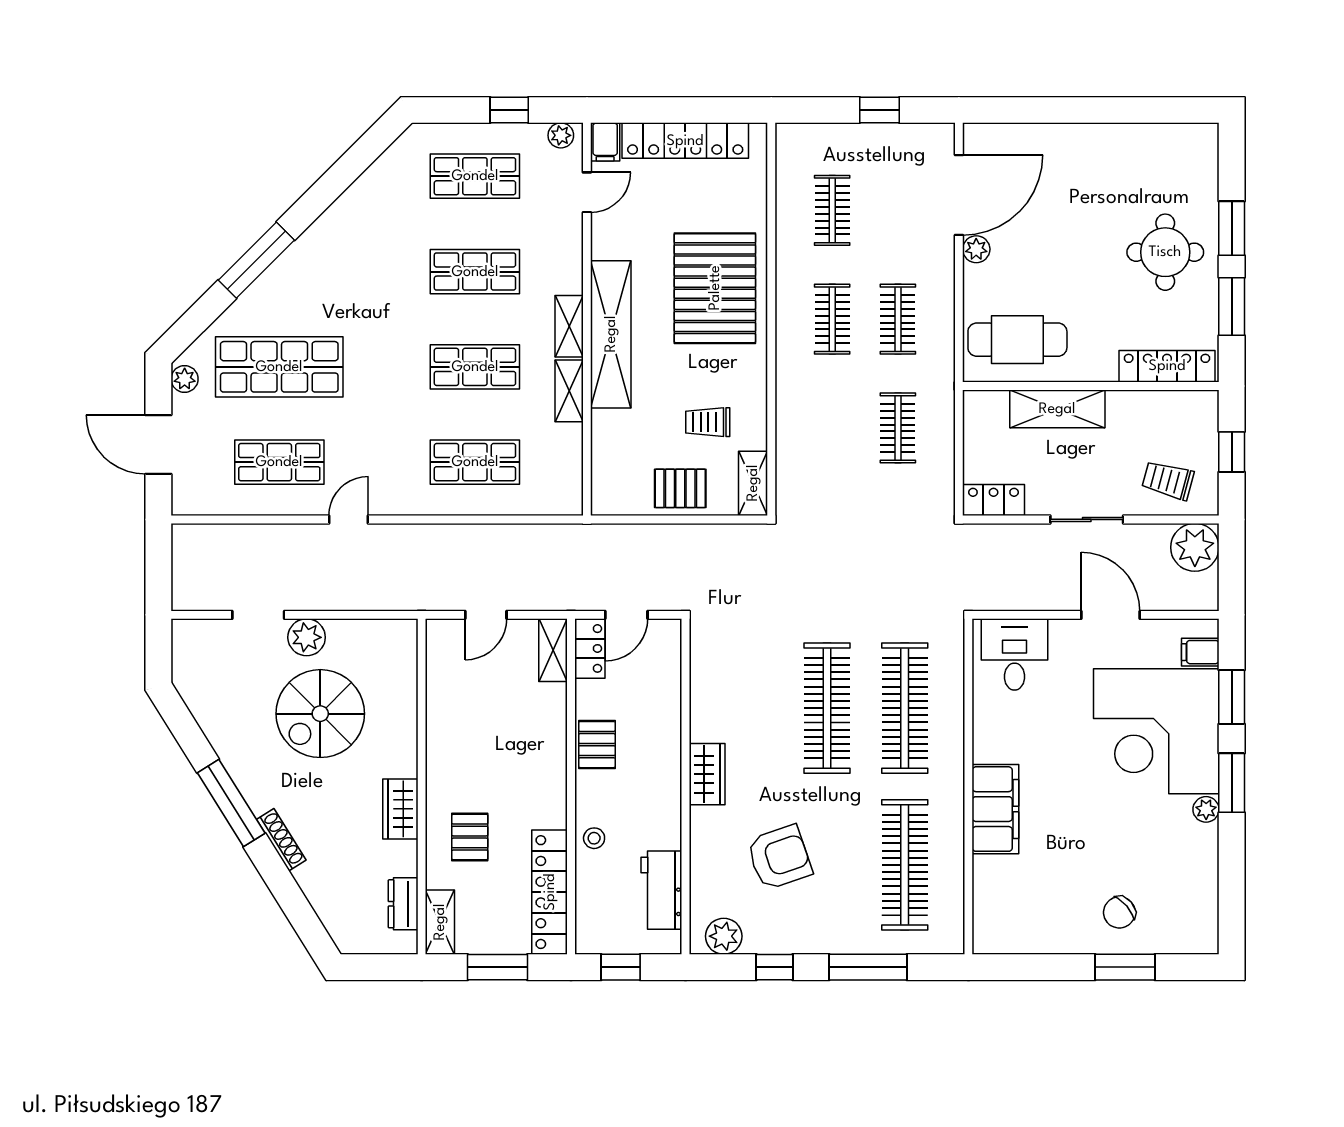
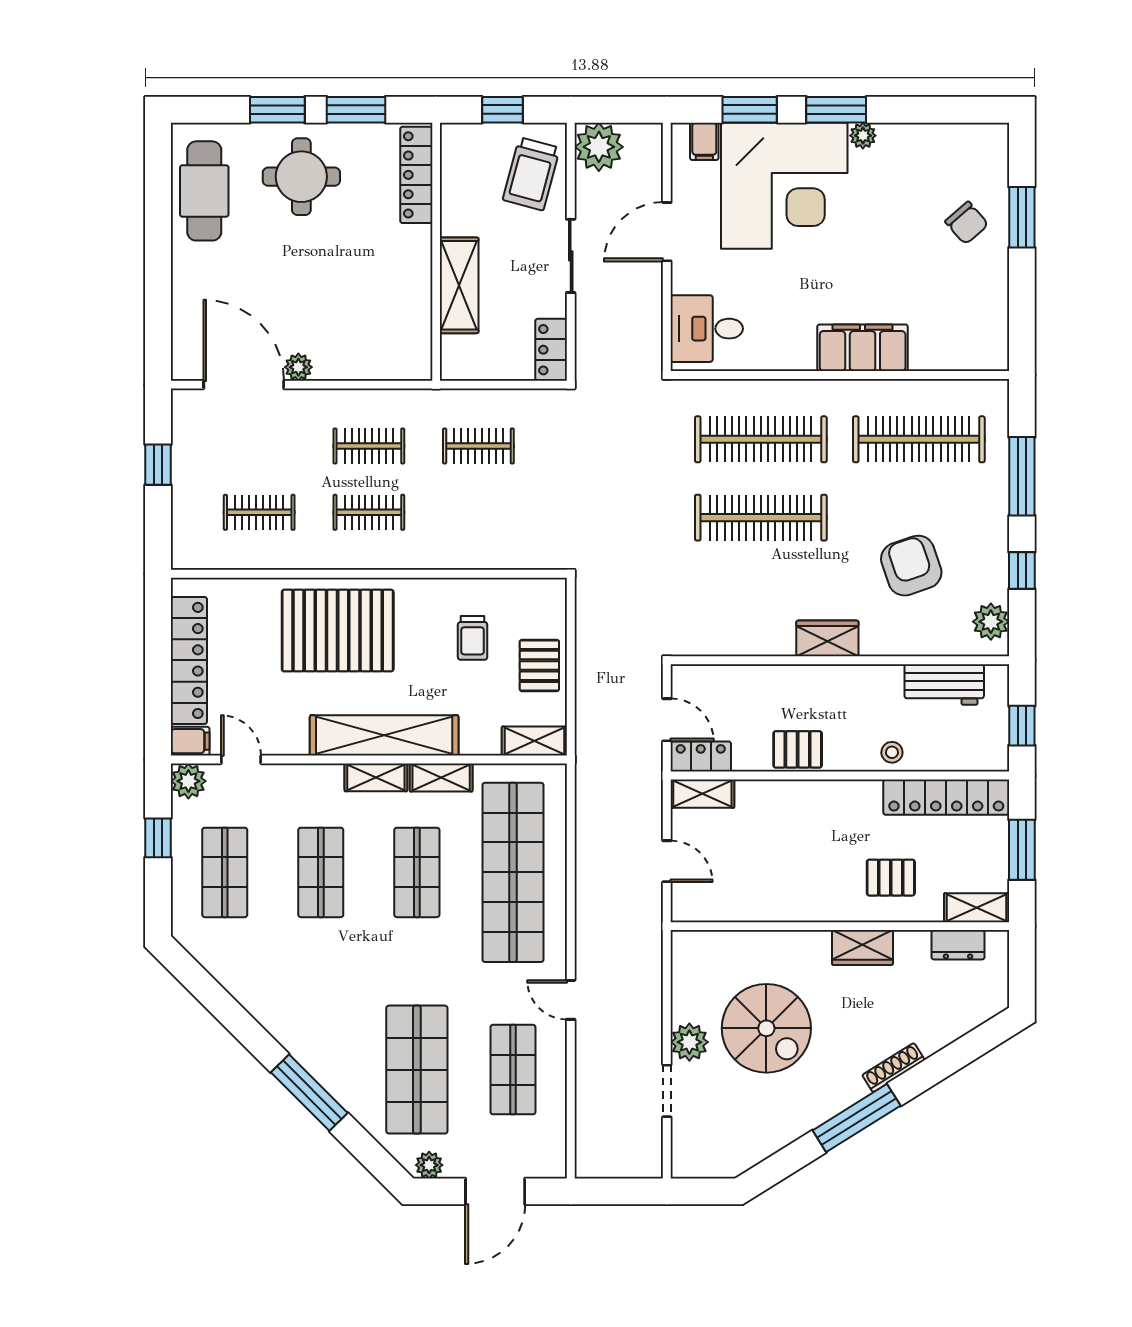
plant: (561, 135) -> (188, 781), width x1.38, depth x1.38
cafe table: (1017, 340) -> (204, 191), moved
shop shelf: (475, 462) -> (513, 872), width x2.00, depth x1.36
trolley: (1168, 480) -> (531, 174), width x1.36, depth x1.39
shelving: (753, 483) -> (534, 741), moved

